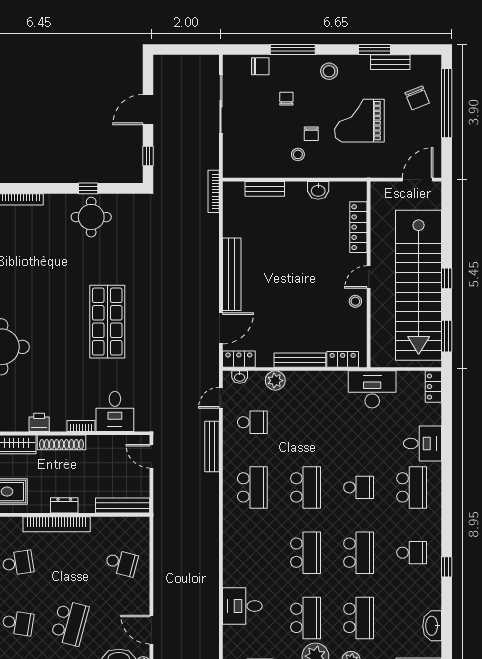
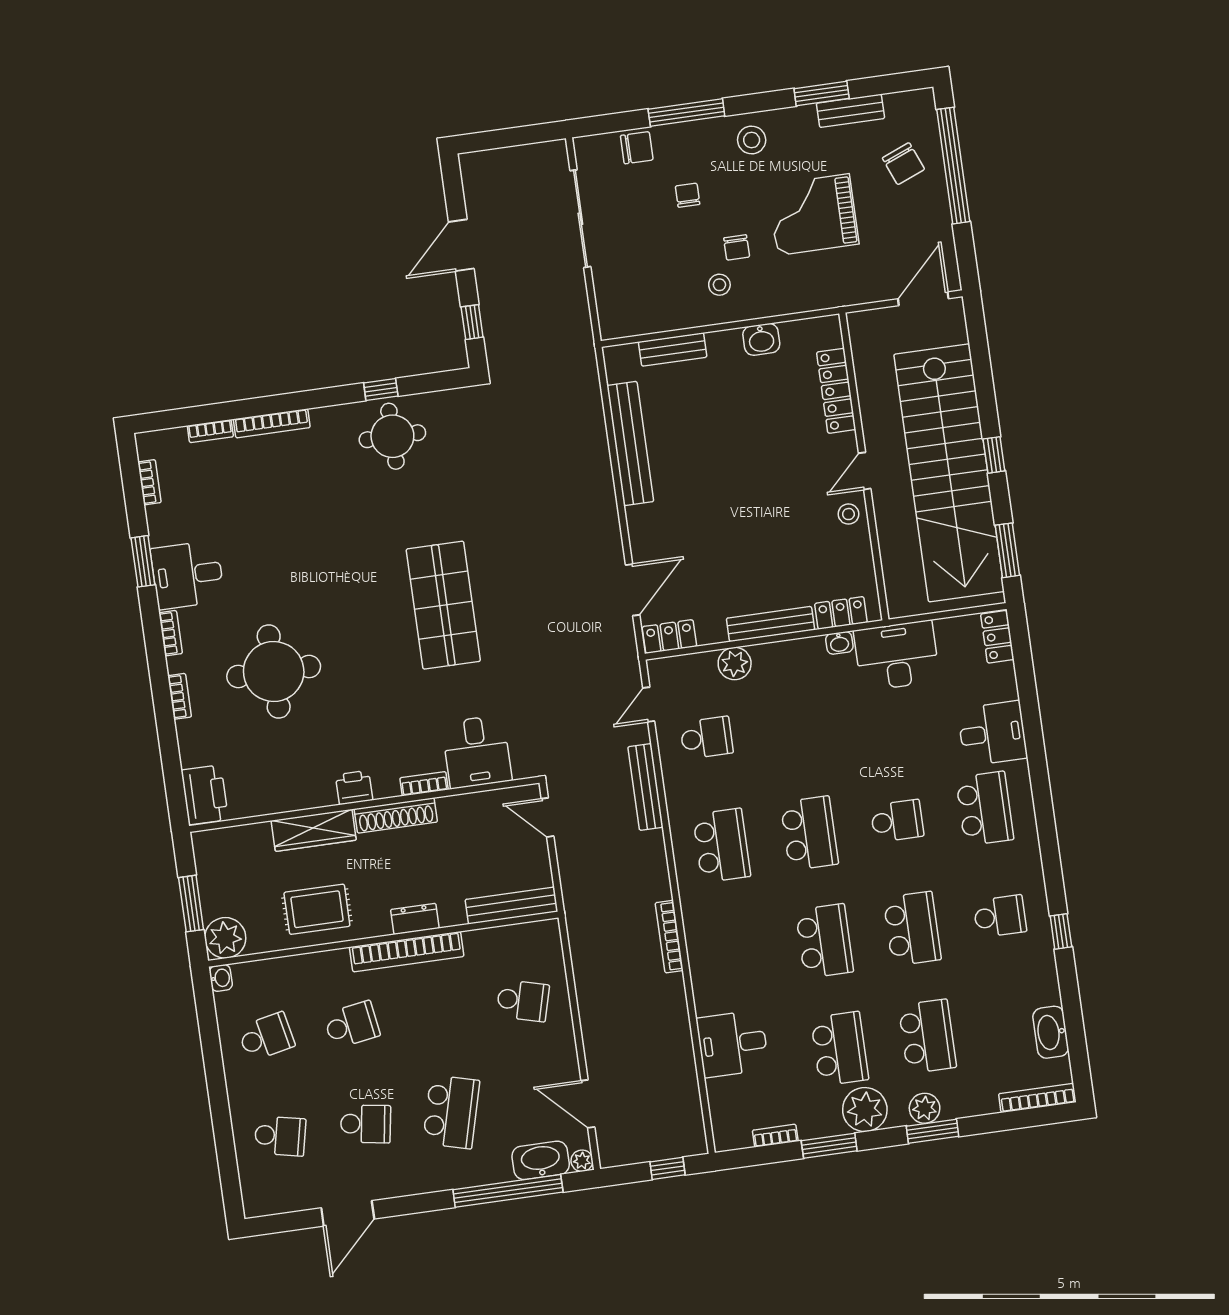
bookcase: (214, 191) -> (669, 937), moved
bench: (232, 274) -> (630, 443), moved
washbasin: (240, 377) -> (839, 643), moved

